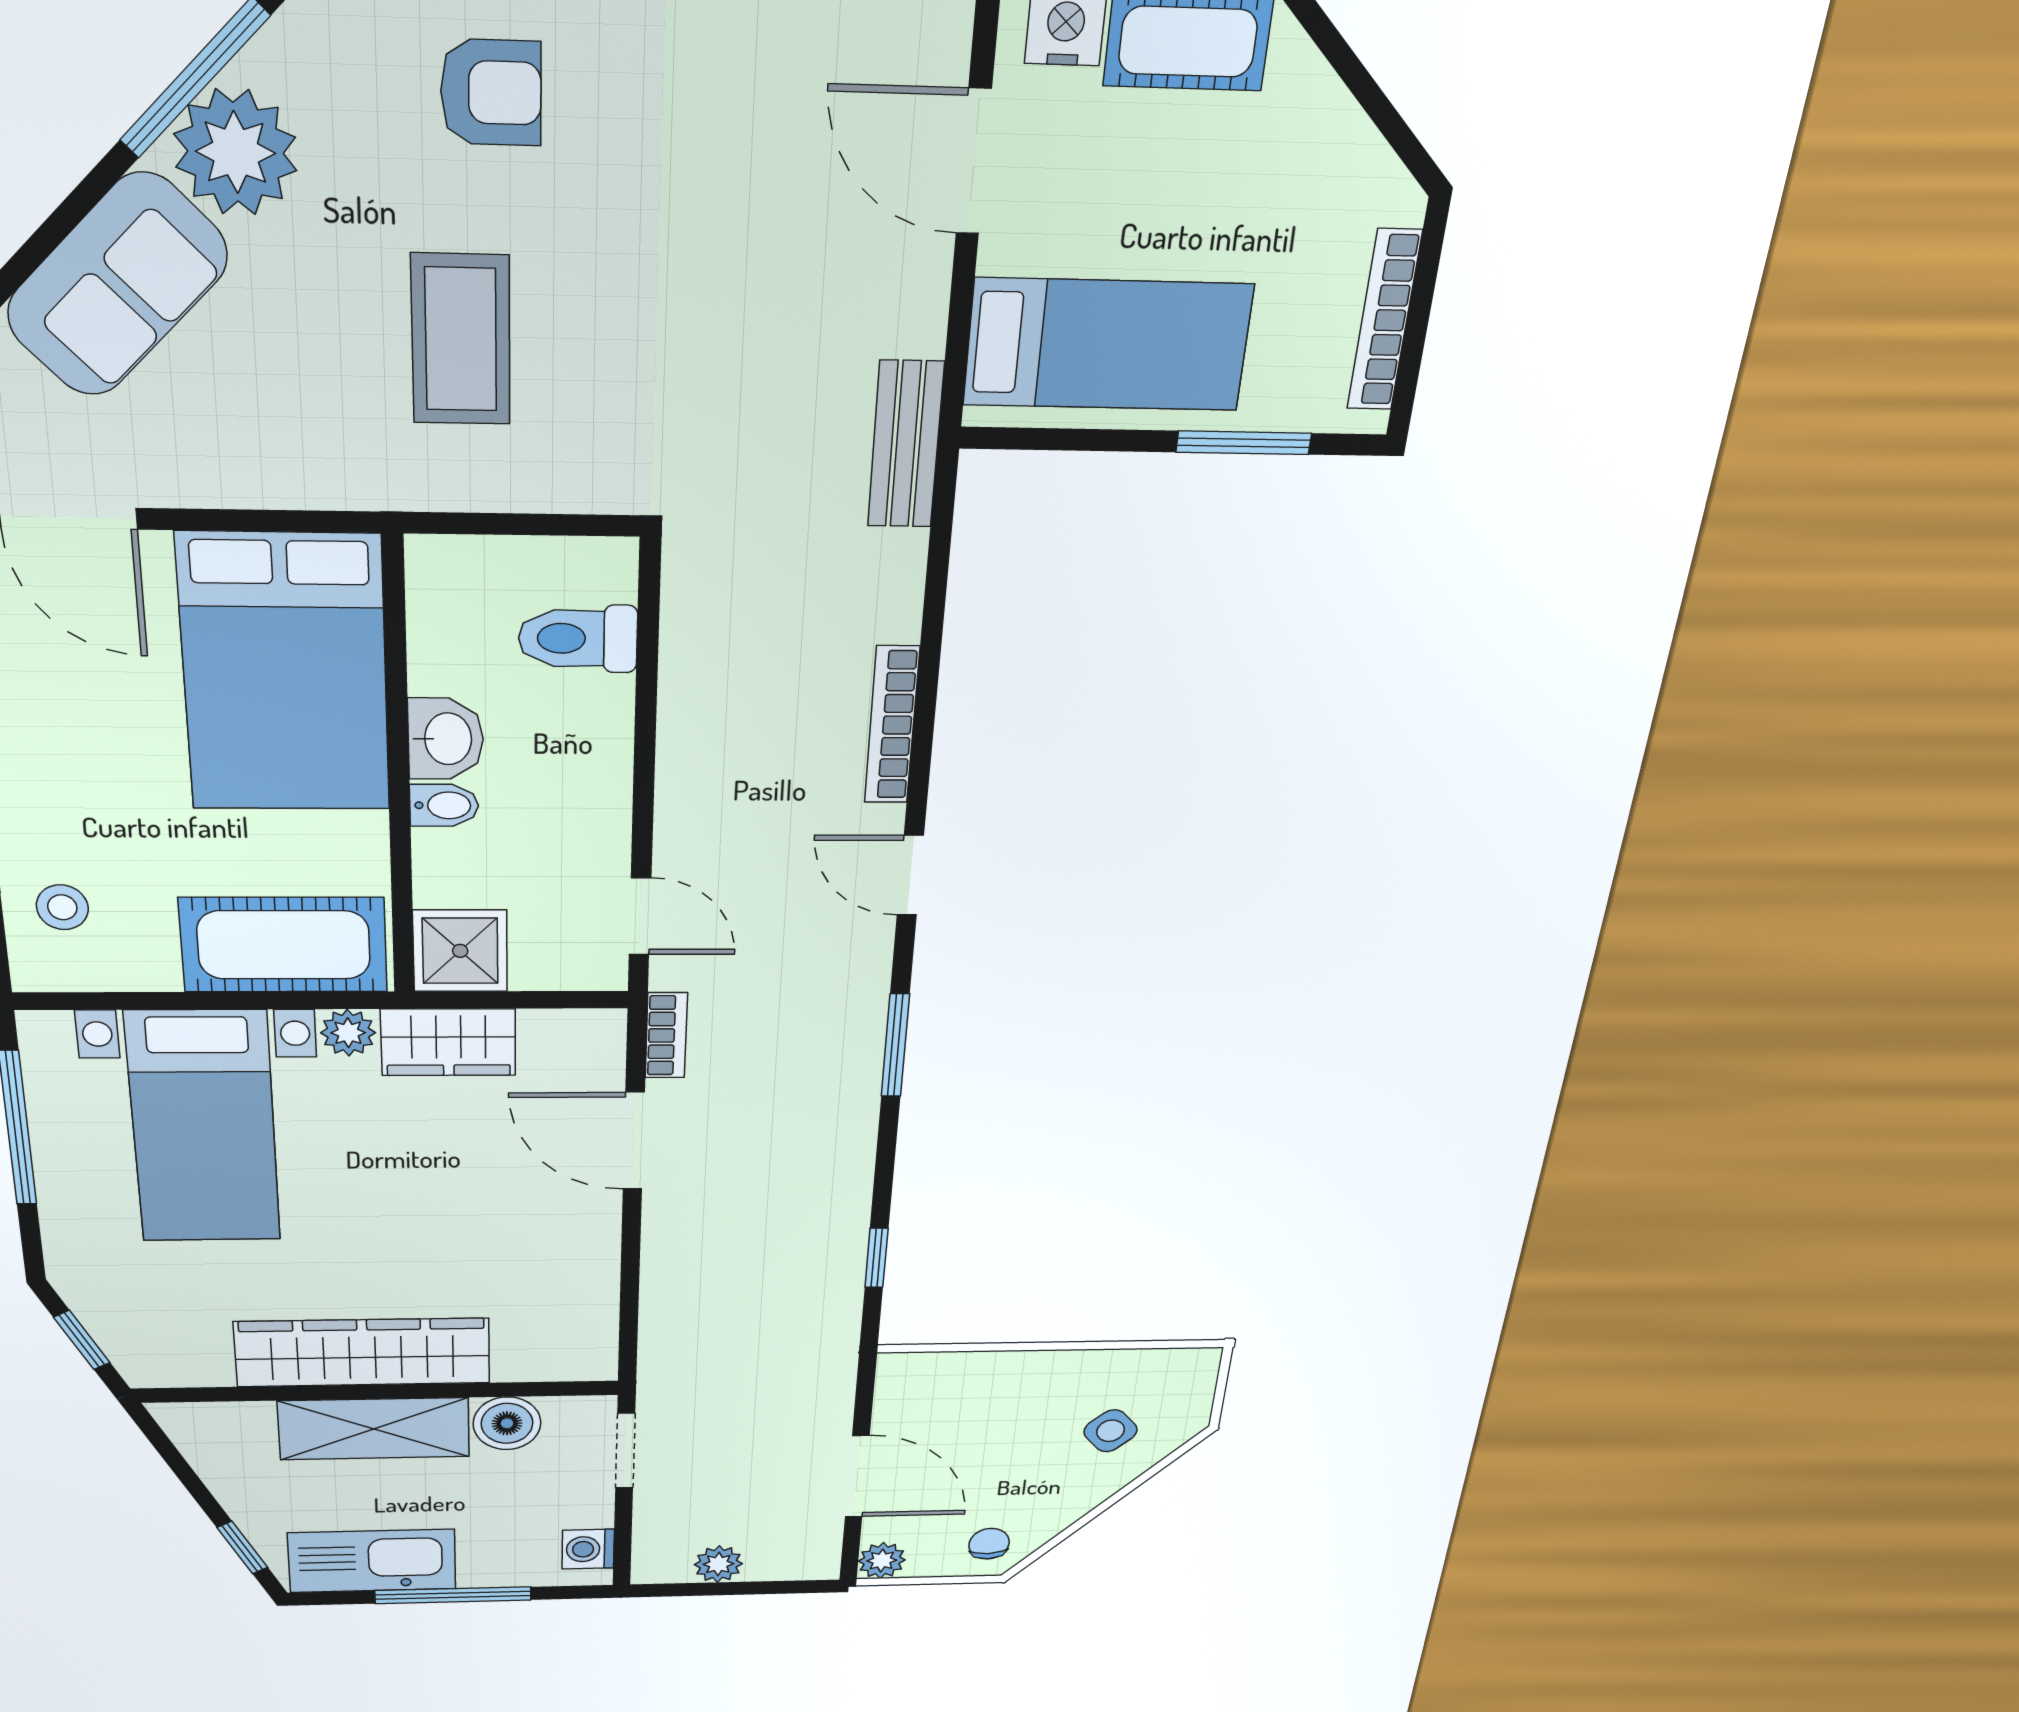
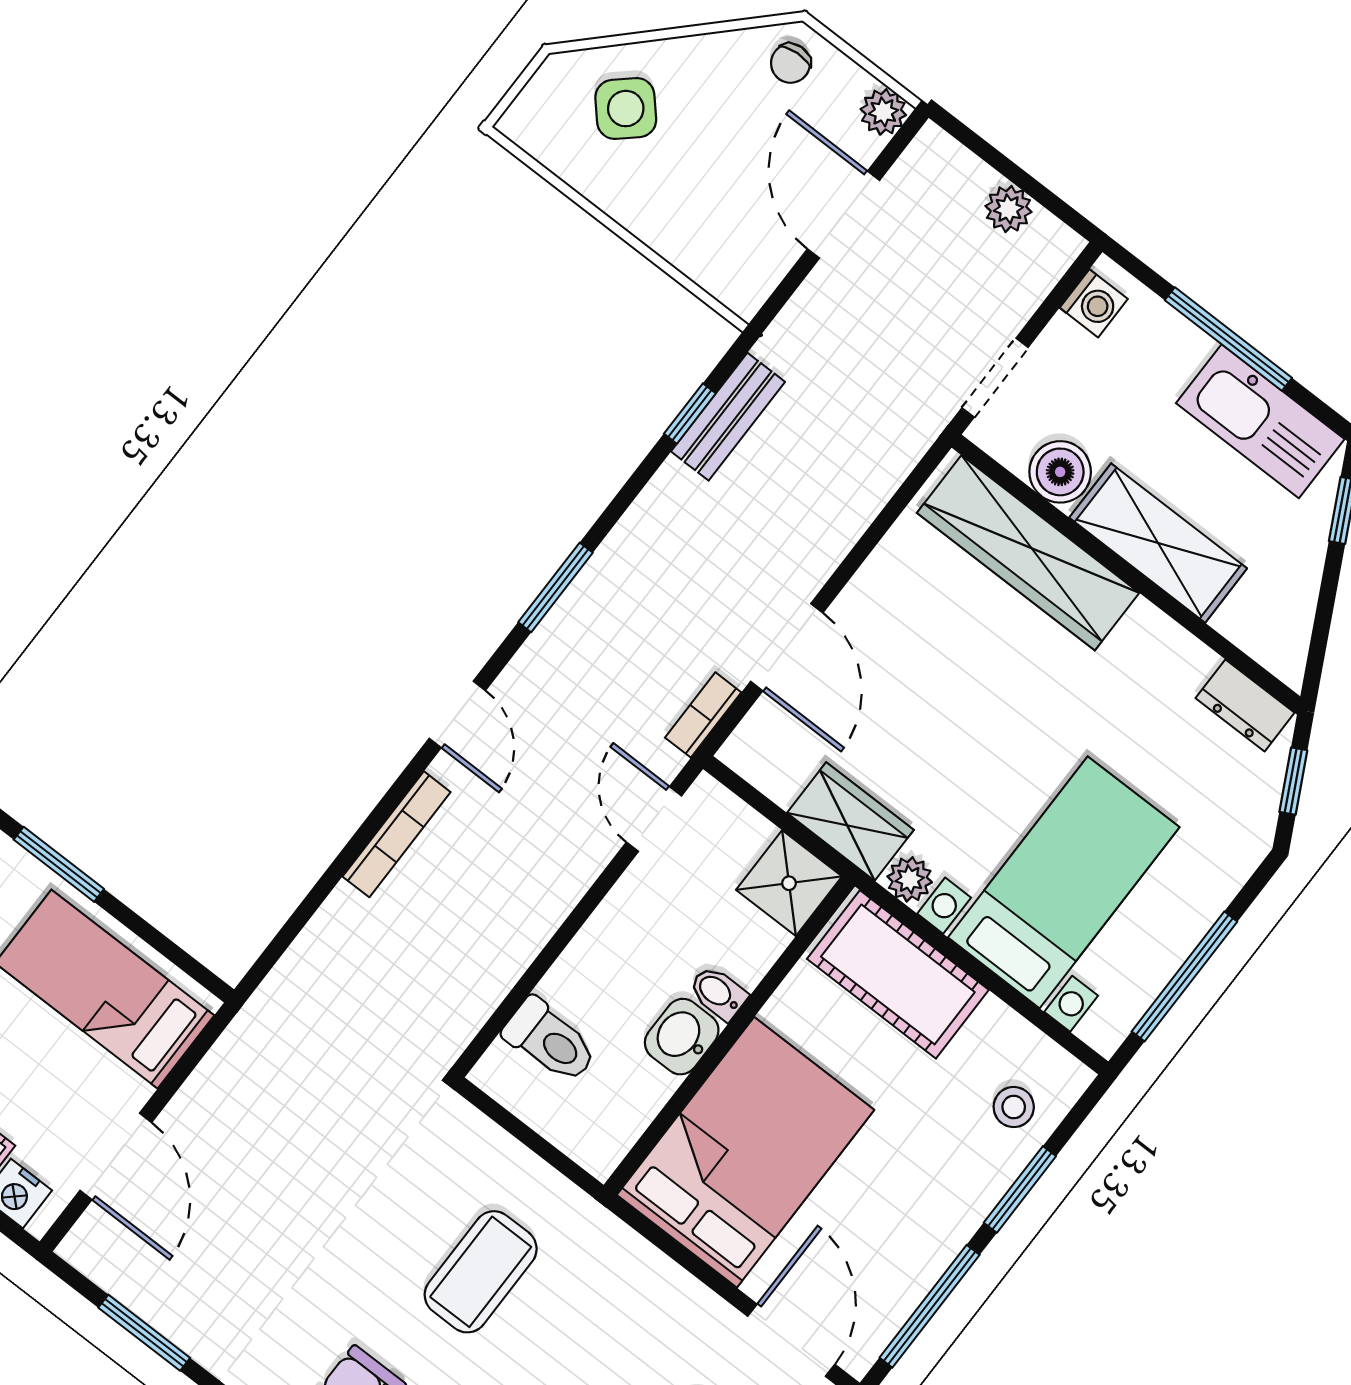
bench: (906, 445) -> (728, 417), moved
wardrobe: (363, 1352) -> (1028, 553), moved
dresser: (181, 1366) -> (1245, 705), added
side table: (1110, 1431) -> (626, 109), width x1.37, depth x1.37

